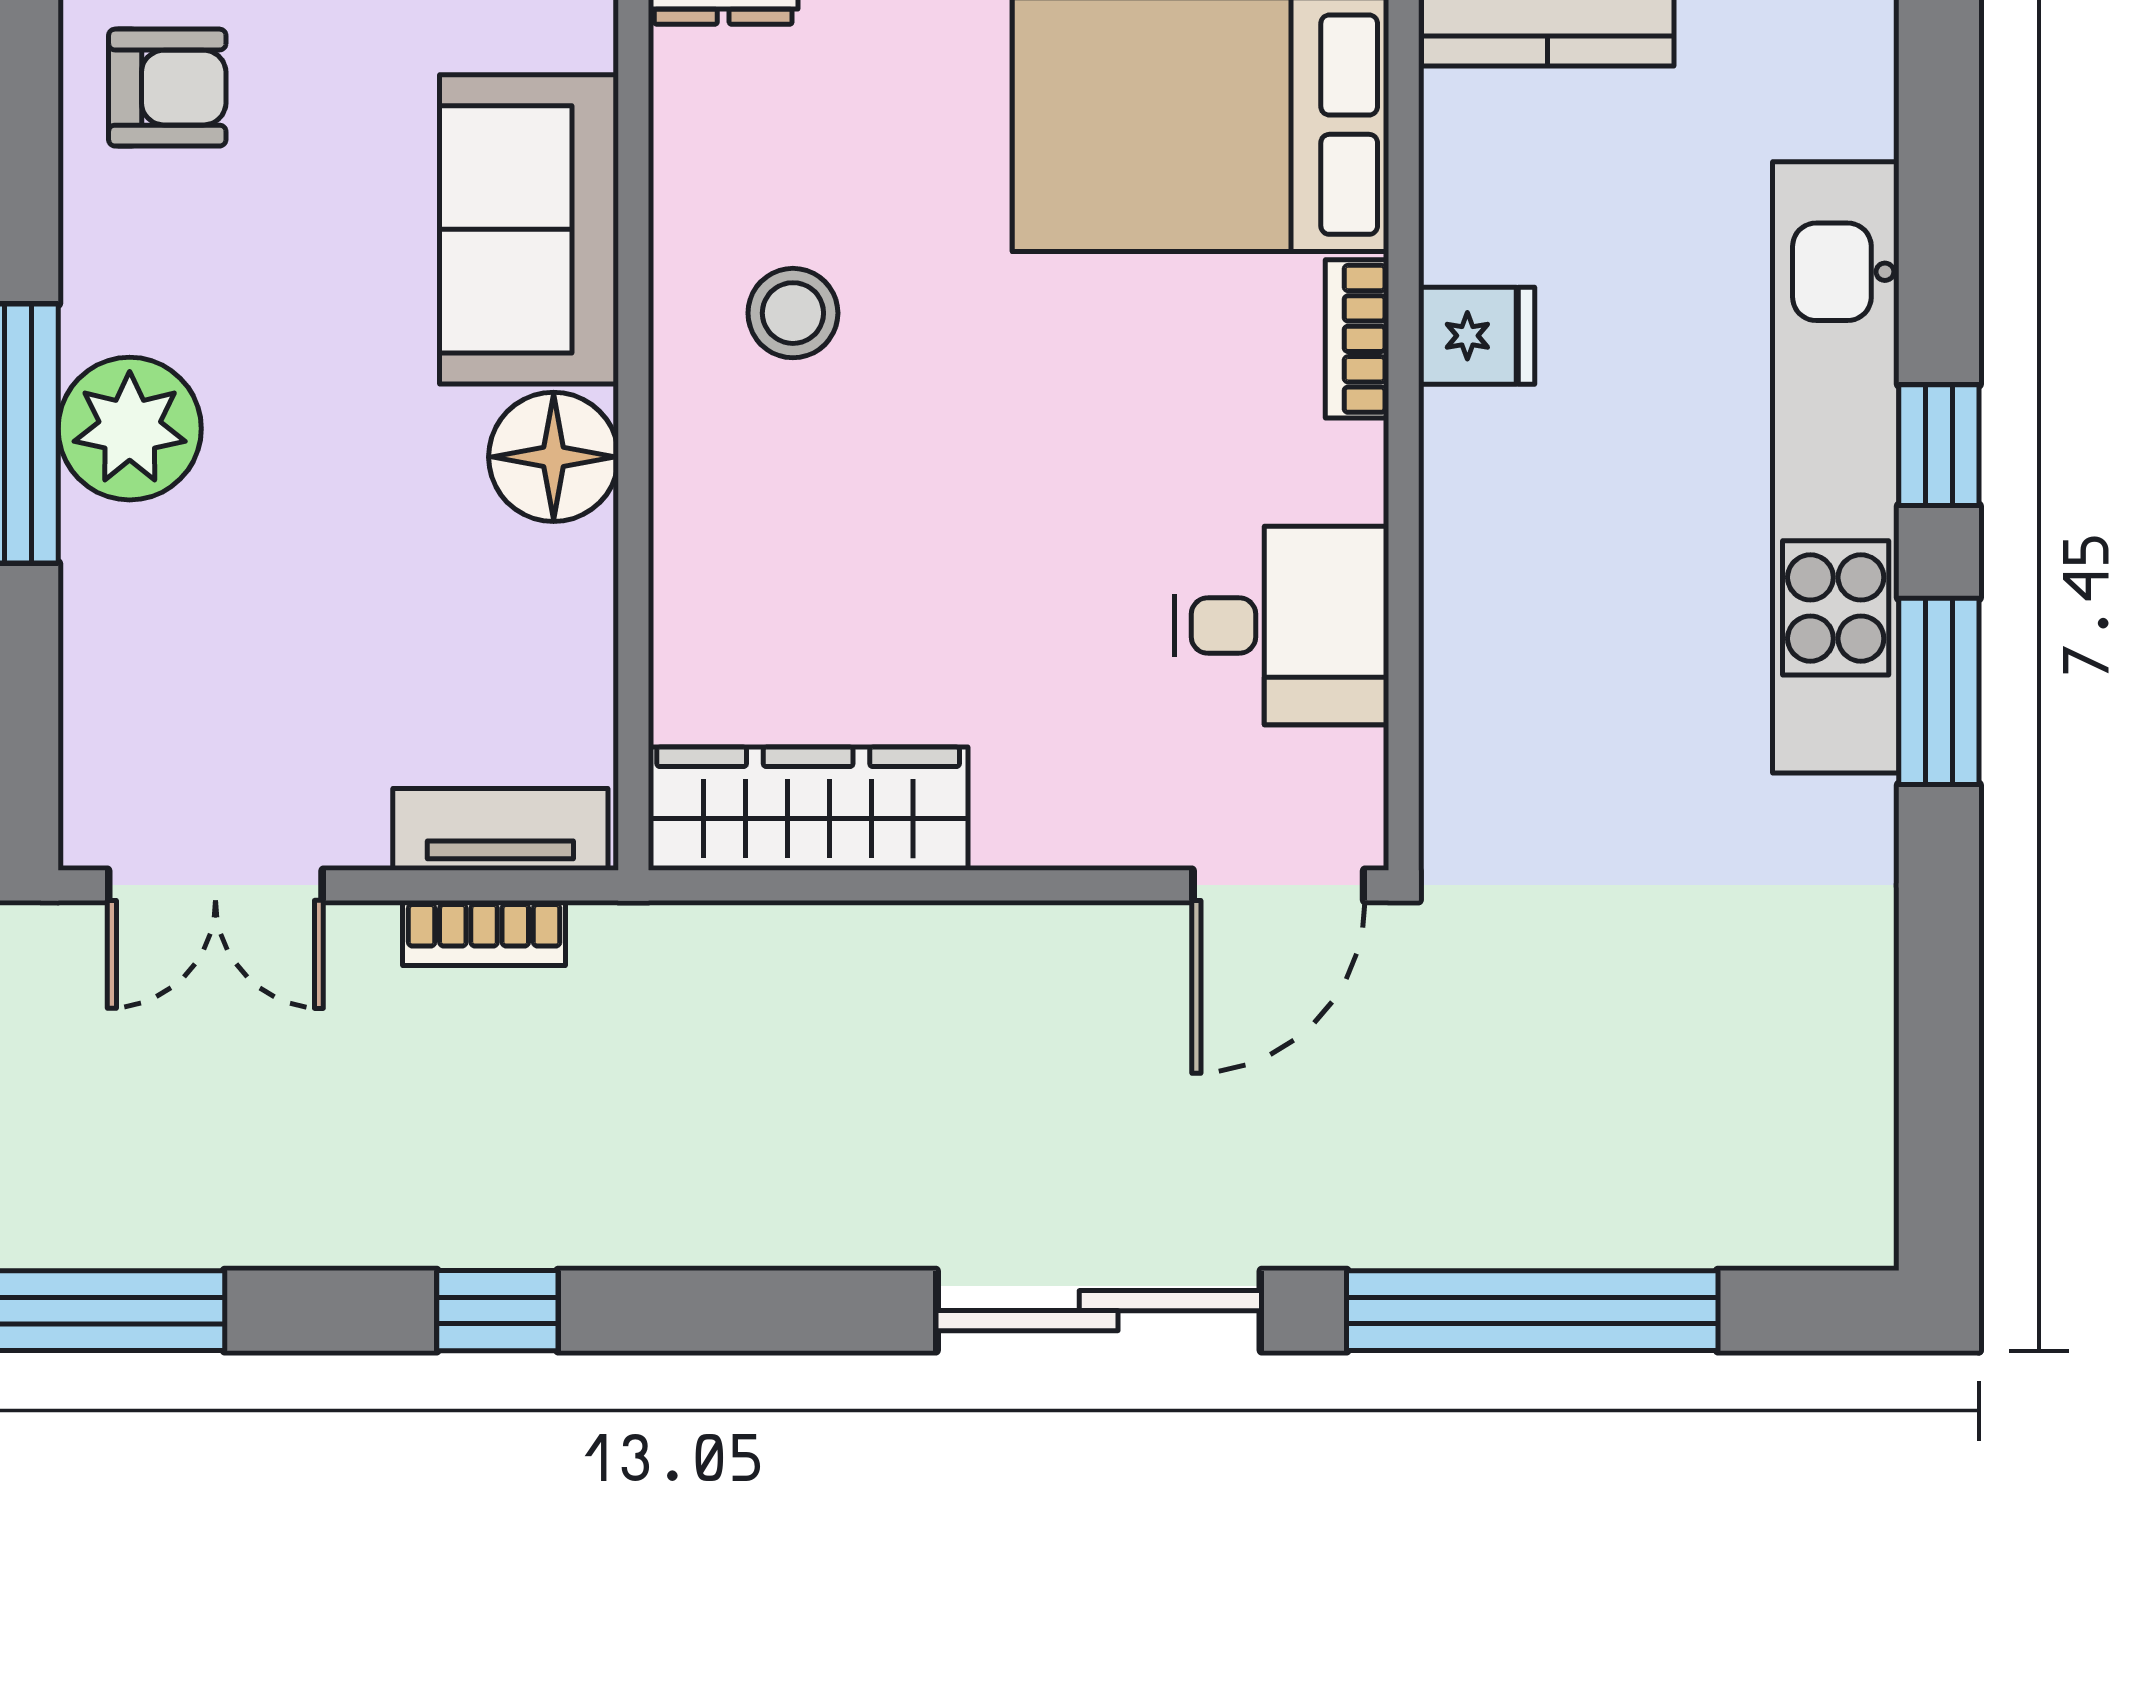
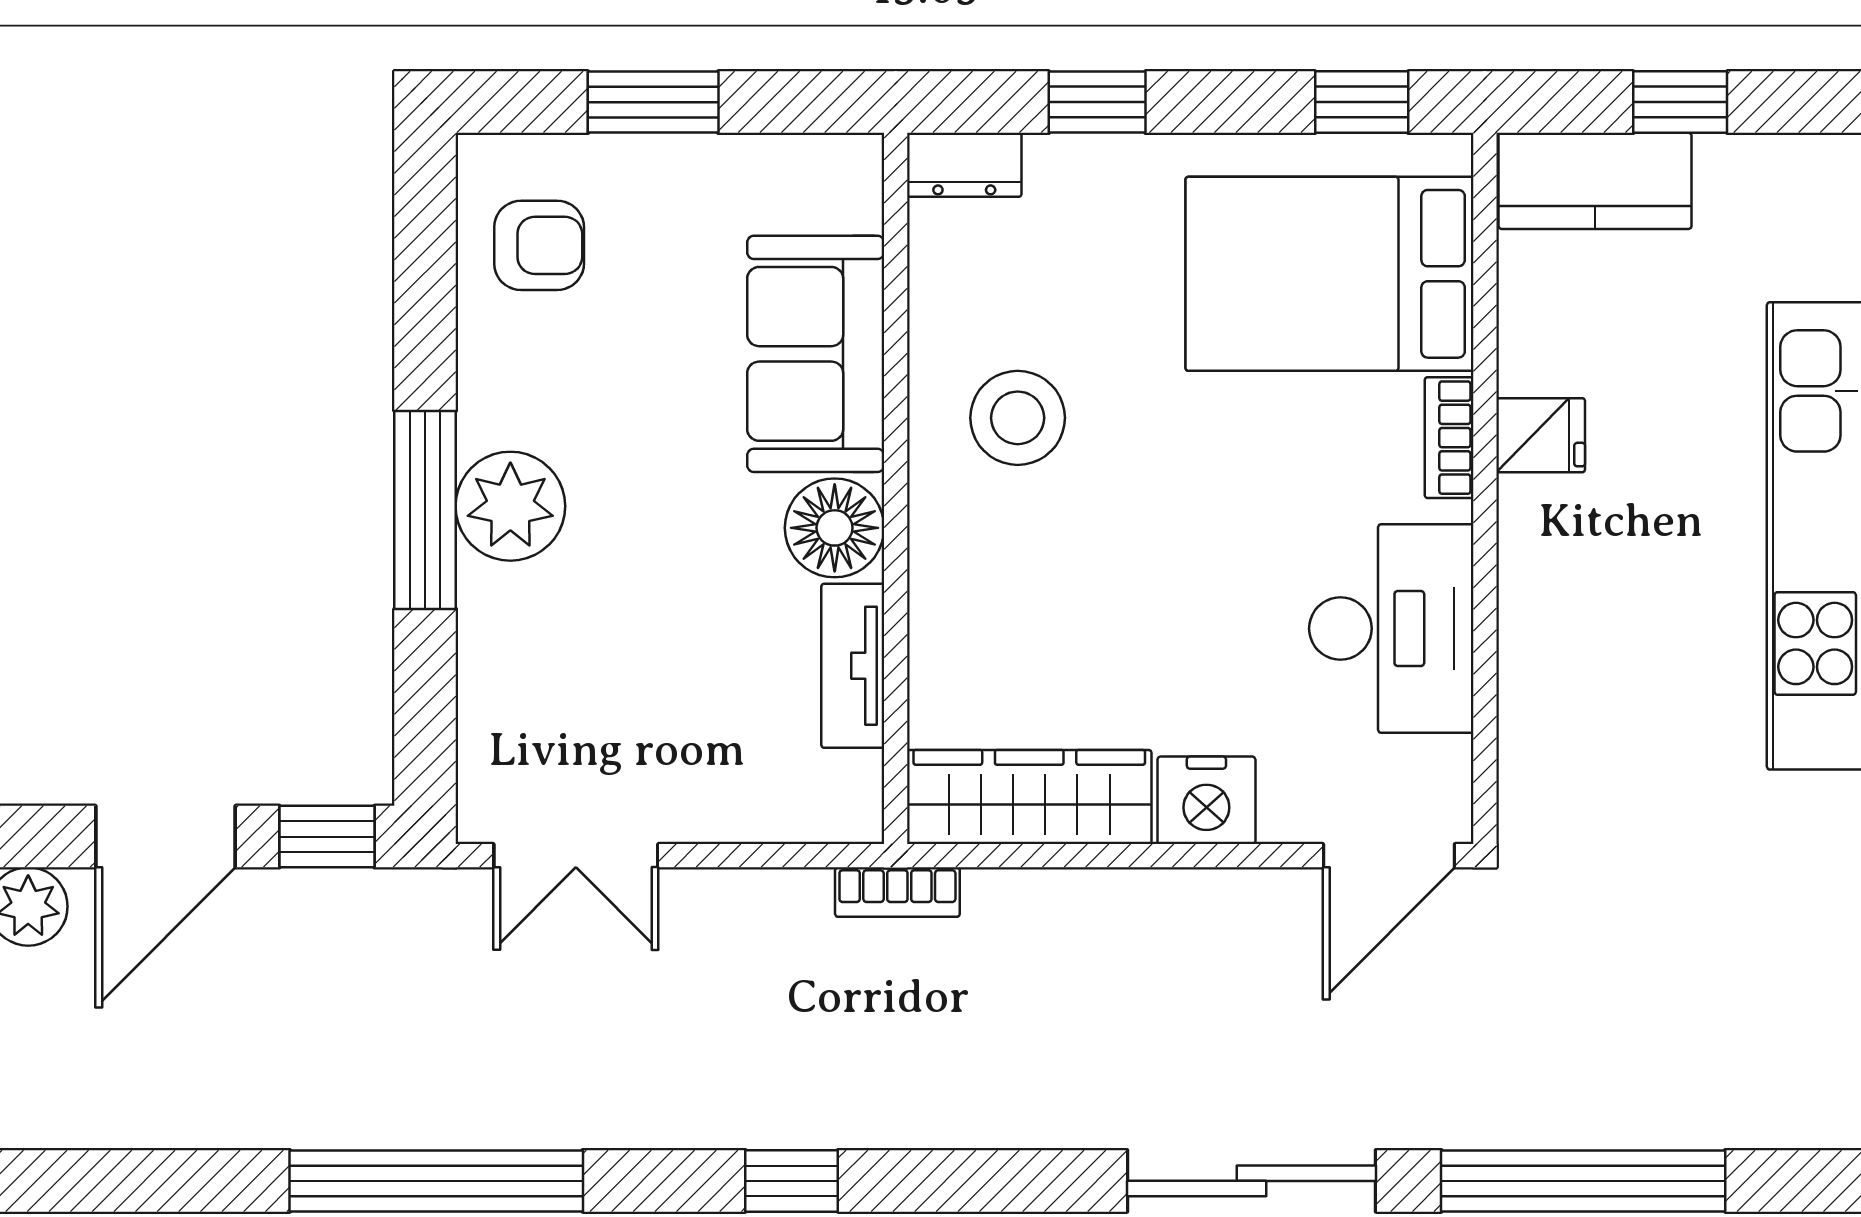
stool: (793, 313) -> (1018, 418), width x1.38, depth x1.38
desk: (1281, 625) -> (1391, 629), width x1.37
nightstand: (1040, 813) -> (1206, 800), added
tv unit: (500, 829) -> (853, 666), moved, turned -90
bookcase: (484, 933) -> (897, 892), moved

